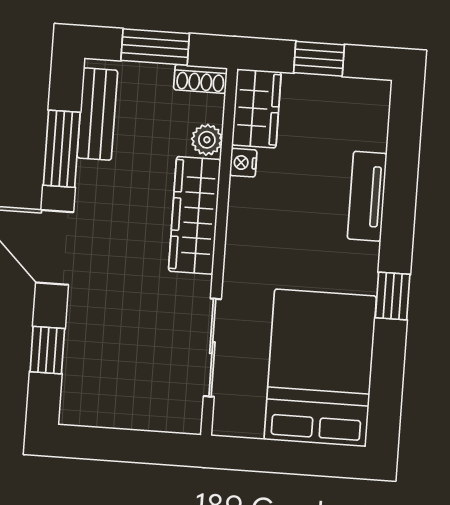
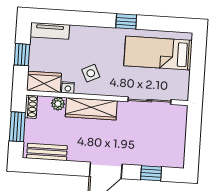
window: (62, 149) -> (62, 168), removed
tv unit: (367, 196) -> (50, 31), moved
side table: (276, 215) -> (91, 73), added
bed: (320, 368) -> (158, 53), width x0.67

